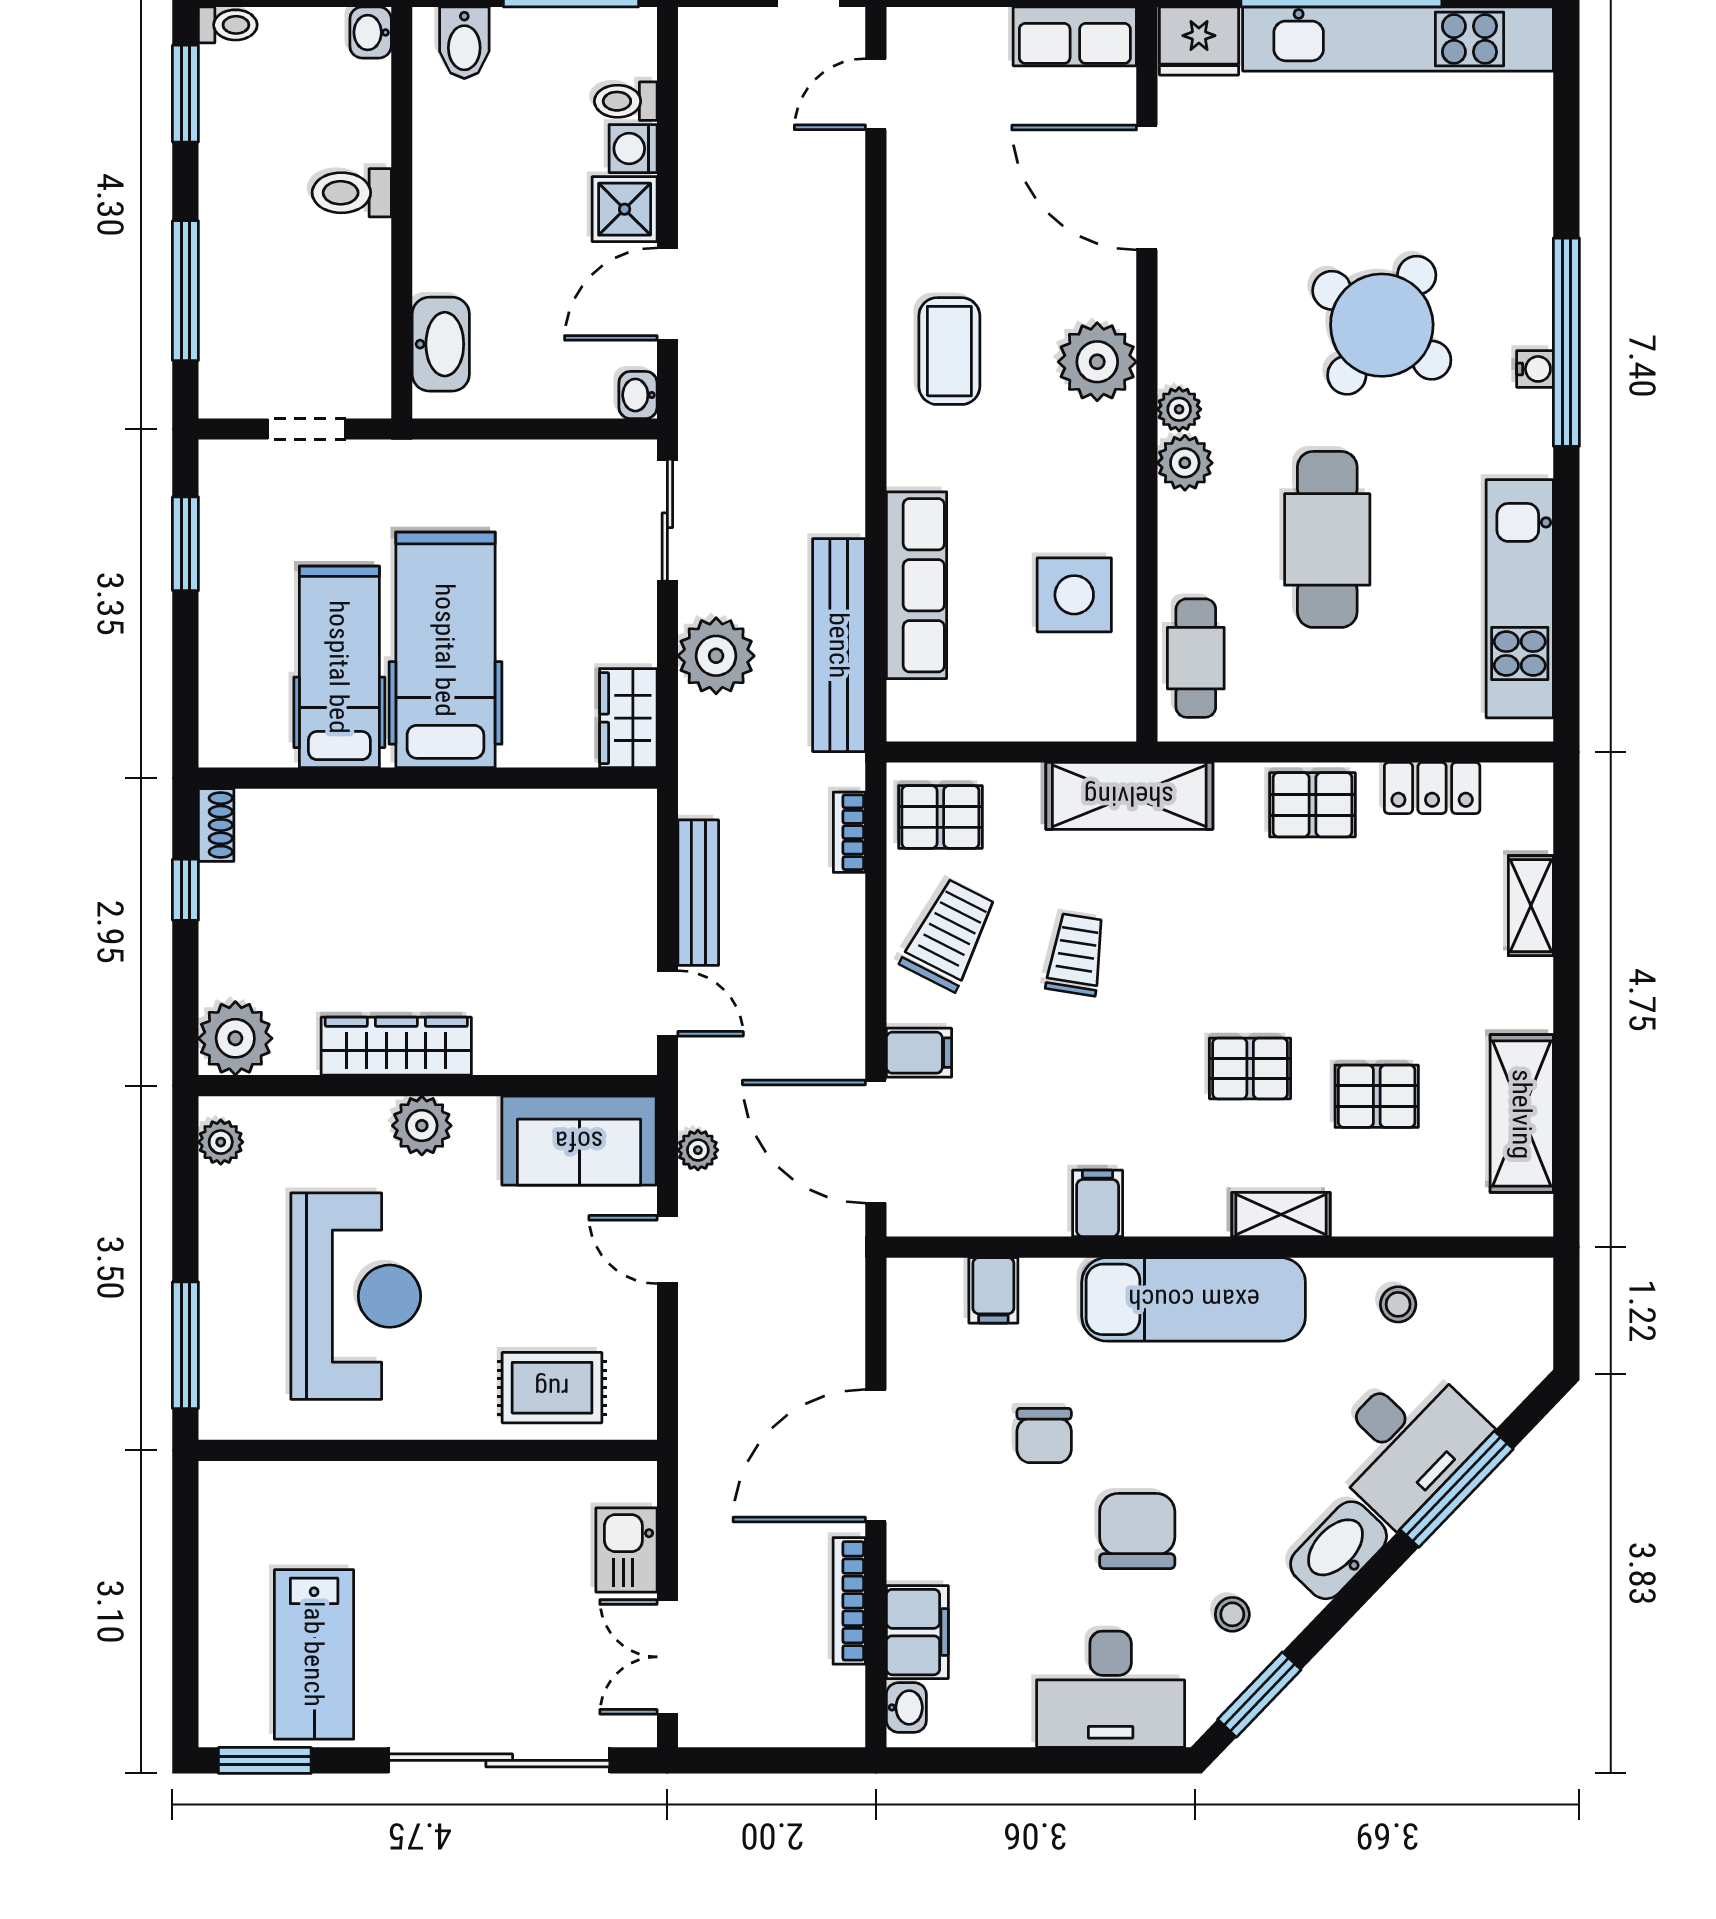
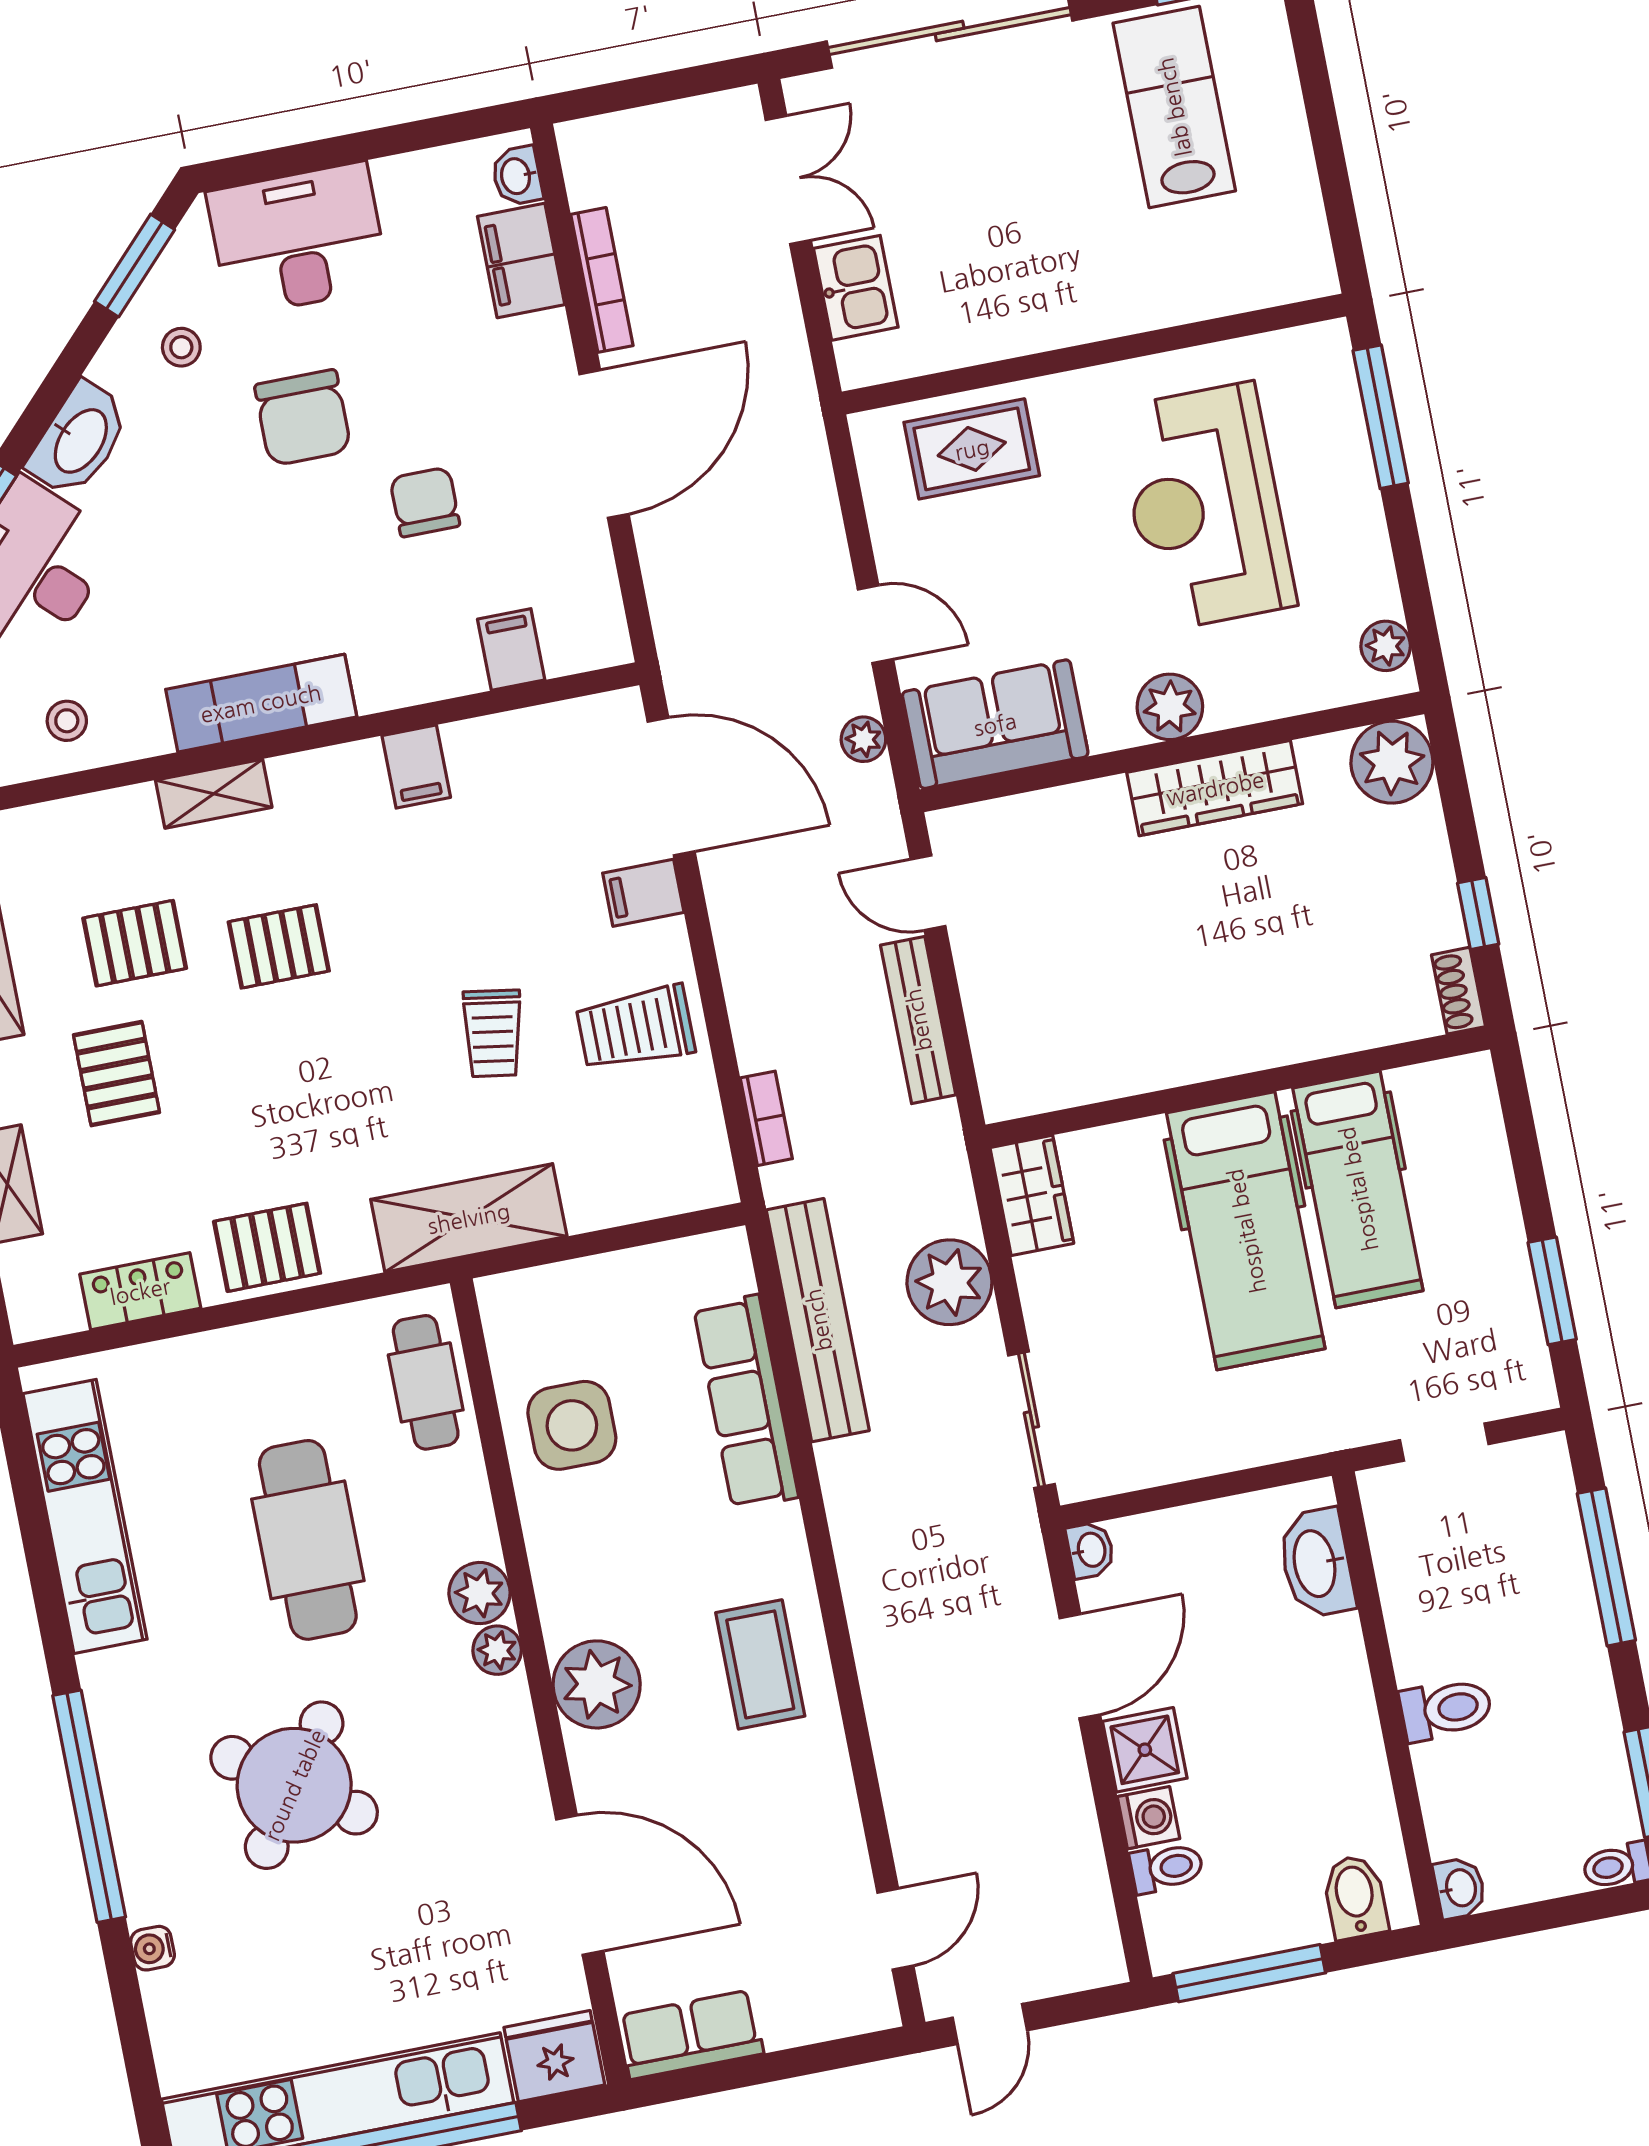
water cooler: (1535, 369) -> (153, 1948), moved
pallet: (940, 817) -> (116, 1074), moved, turned 90
trolley: (949, 935) -> (636, 1028), turned 63
exam couch: (1194, 1299) -> (261, 703), width x0.73, depth x0.69

